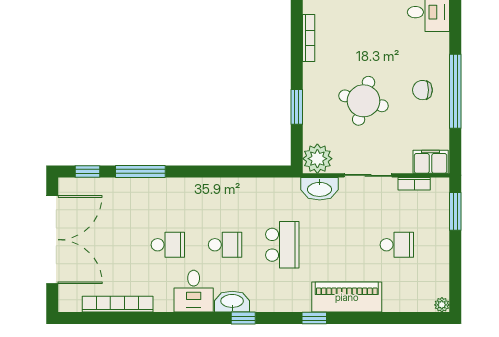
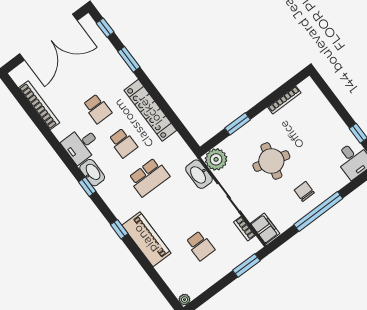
window: (140, 171) -> (129, 59), width x0.69
locker: (212, 189) -> (150, 110), added

